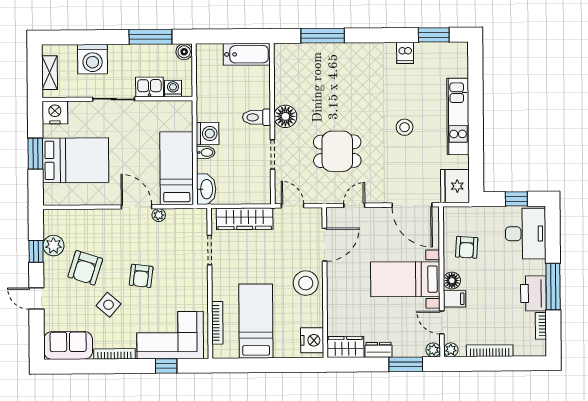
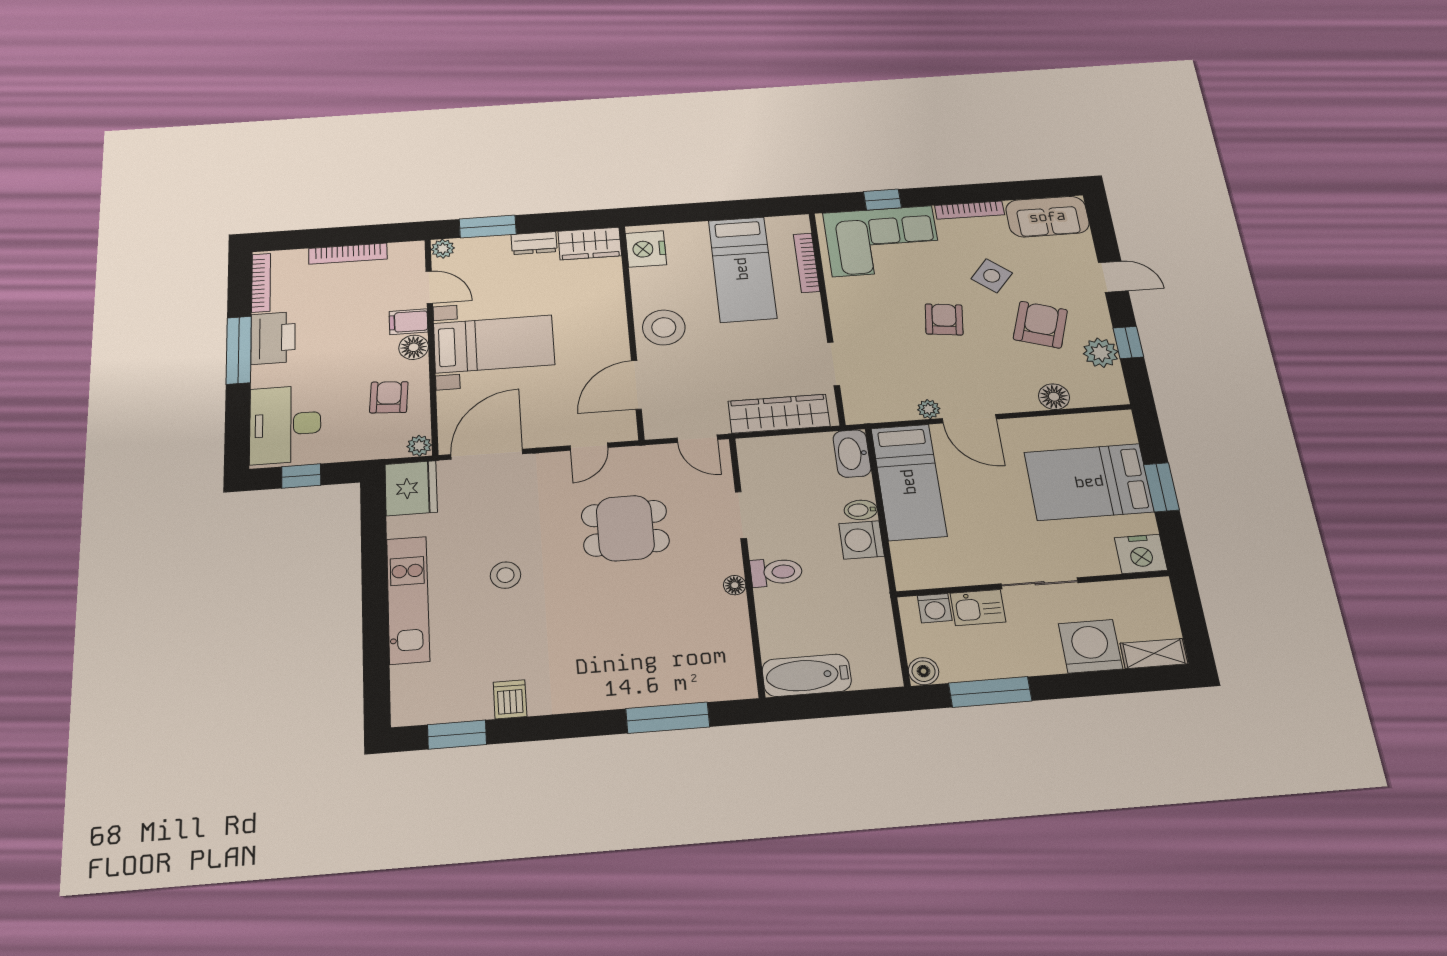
shelving: (50, 73) -> (1154, 654), moved, turned 90
floor lamp: (285, 116) -> (735, 585), width x0.53, depth x0.53
door: (412, 205) -> (487, 454), hinge flipped
floor lamp: (86, 218) -> (1054, 397), added
bookcase: (541, 326) -> (261, 283), width x1.56
plant: (451, 350) -> (419, 446), moved

